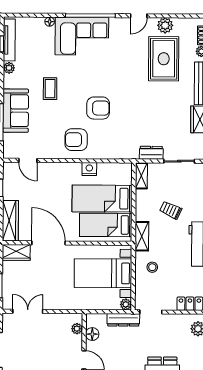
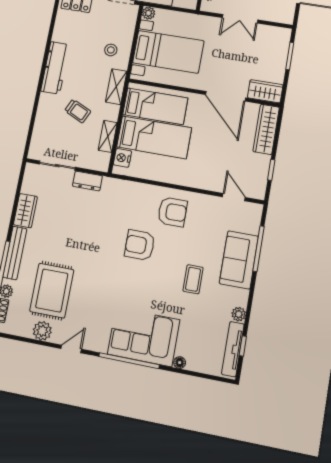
nightstand: (89, 169) -> (122, 158), moved, turned 90
shelving: (141, 176) -> (108, 136), moved
double door: (28, 311) -> (240, 19), moved

